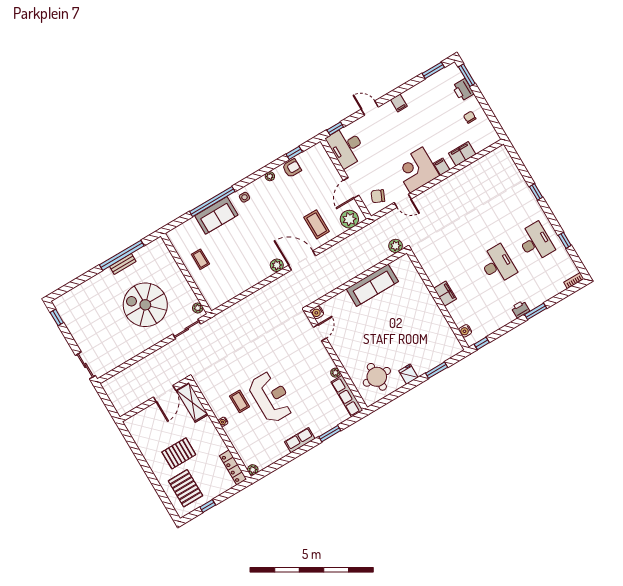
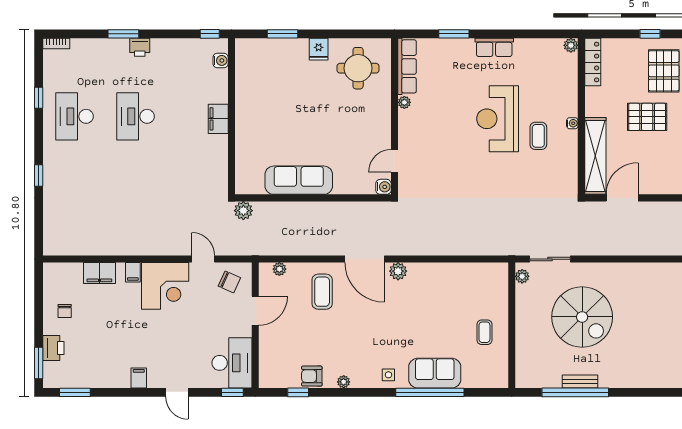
plant: (349, 219) -> (279, 269), width x0.53, depth x0.53
shelving: (192, 402) -> (595, 156), width x1.47

